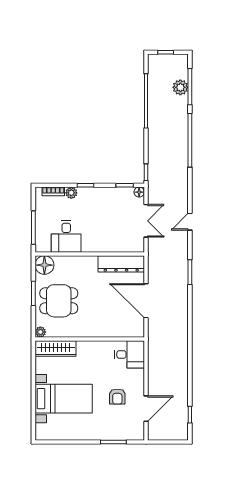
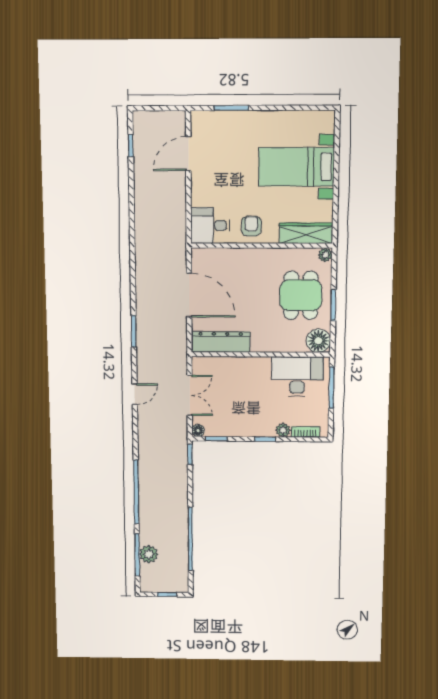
double door: (146, 221) -> (190, 395), swing flipped
desk: (66, 236) -> (297, 377), width x1.37
dining table: (59, 301) -> (301, 295), turned 90
armchair: (117, 397) -> (251, 226), moved

